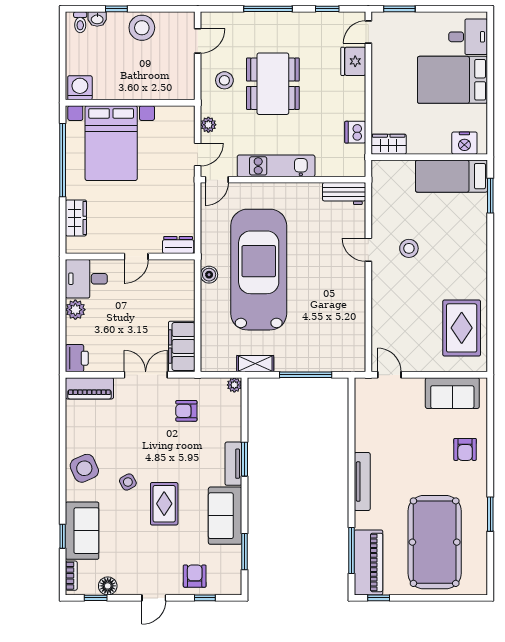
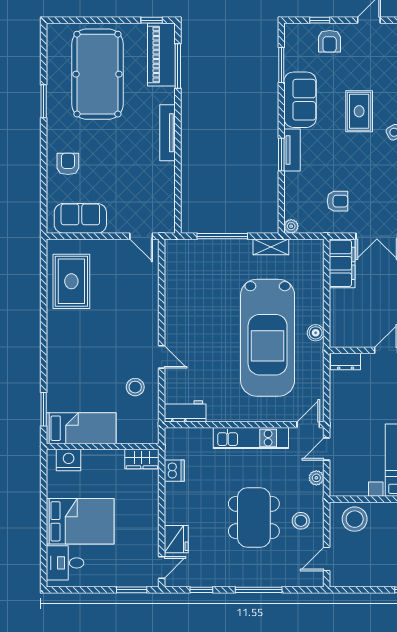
stool: (142, 28) -> (355, 519), moved
stool: (409, 248) -> (135, 387), moved

